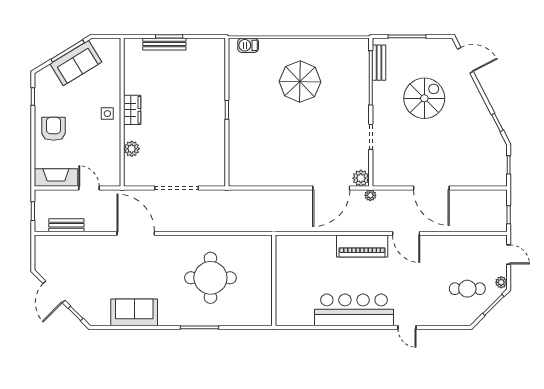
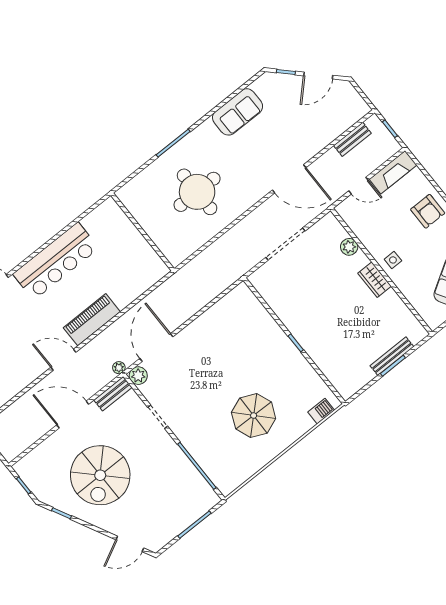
bench: (379, 63) -> (113, 394), moved, turned 90
spiral stairs: (424, 98) -> (100, 475), moved, width x1.37, depth x1.37
door: (54, 292) -> (318, 76), swing flipped

